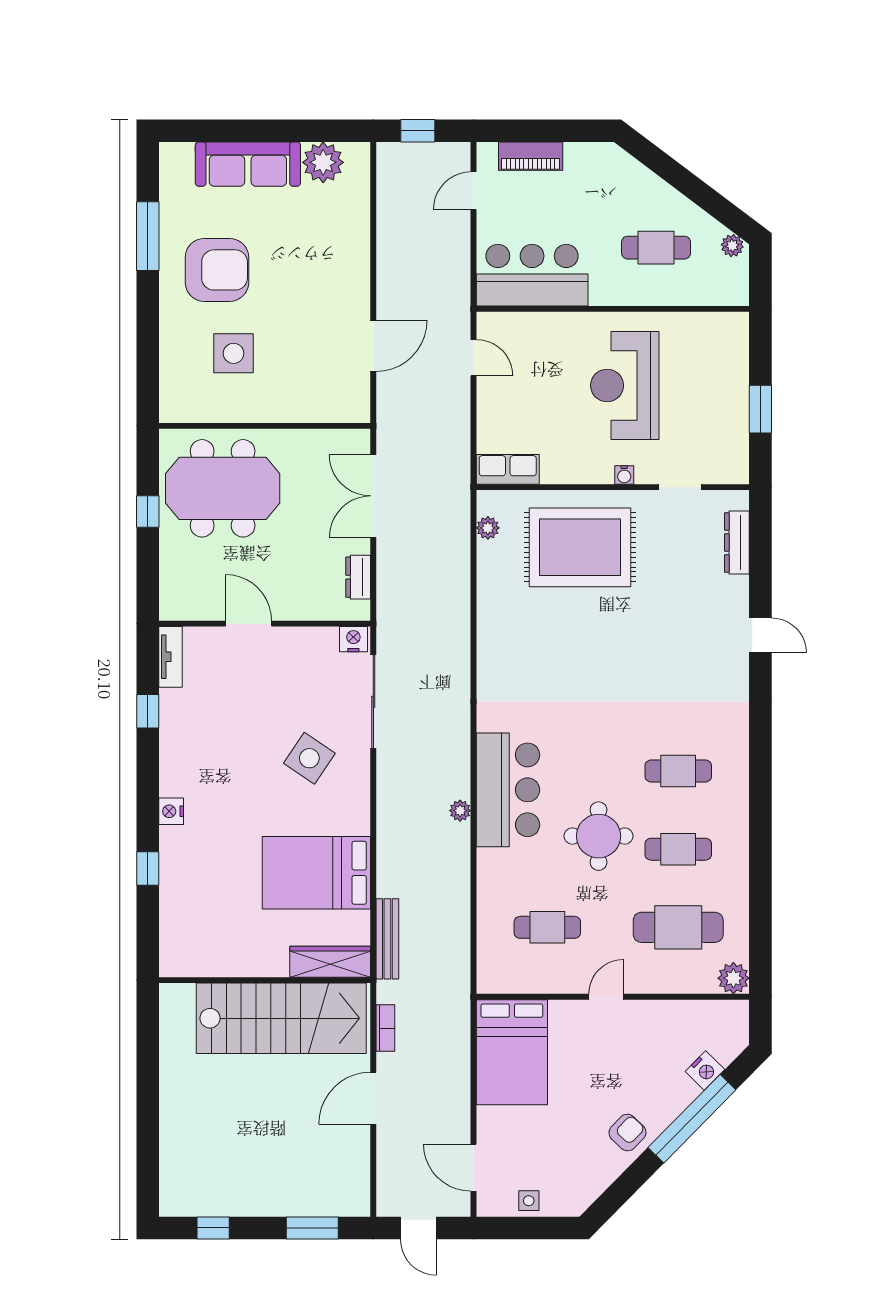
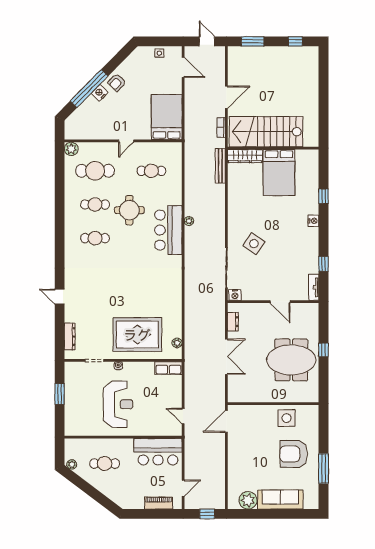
wall: (265, 426) -> (273, 404), moved
bed: (316, 873) -> (279, 173), moved, turned 90
nightstand: (705, 1070) -> (100, 93), moved

